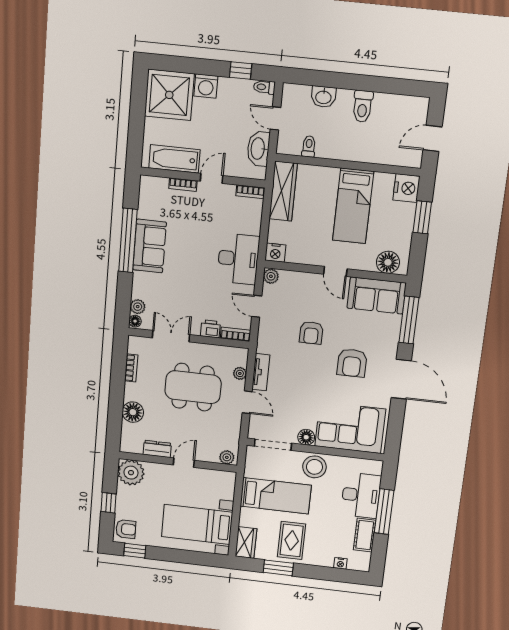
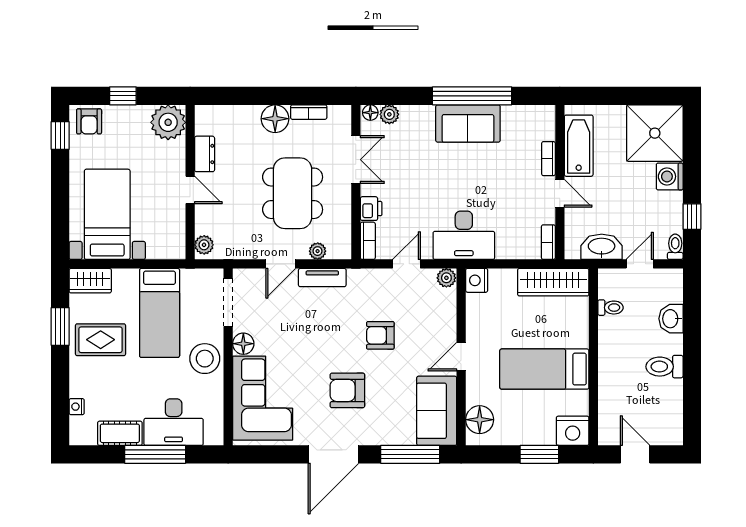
floor lamp: (133, 412) -> (275, 119), moved

